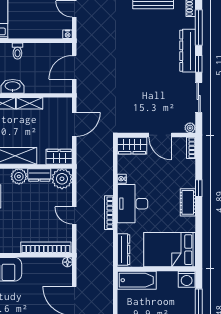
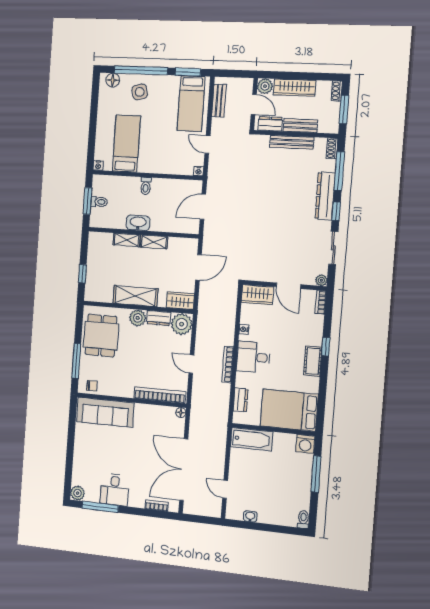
desk: (132, 204) -> (253, 357), width x0.73
dresser: (124, 250) -> (241, 400), width x0.70

